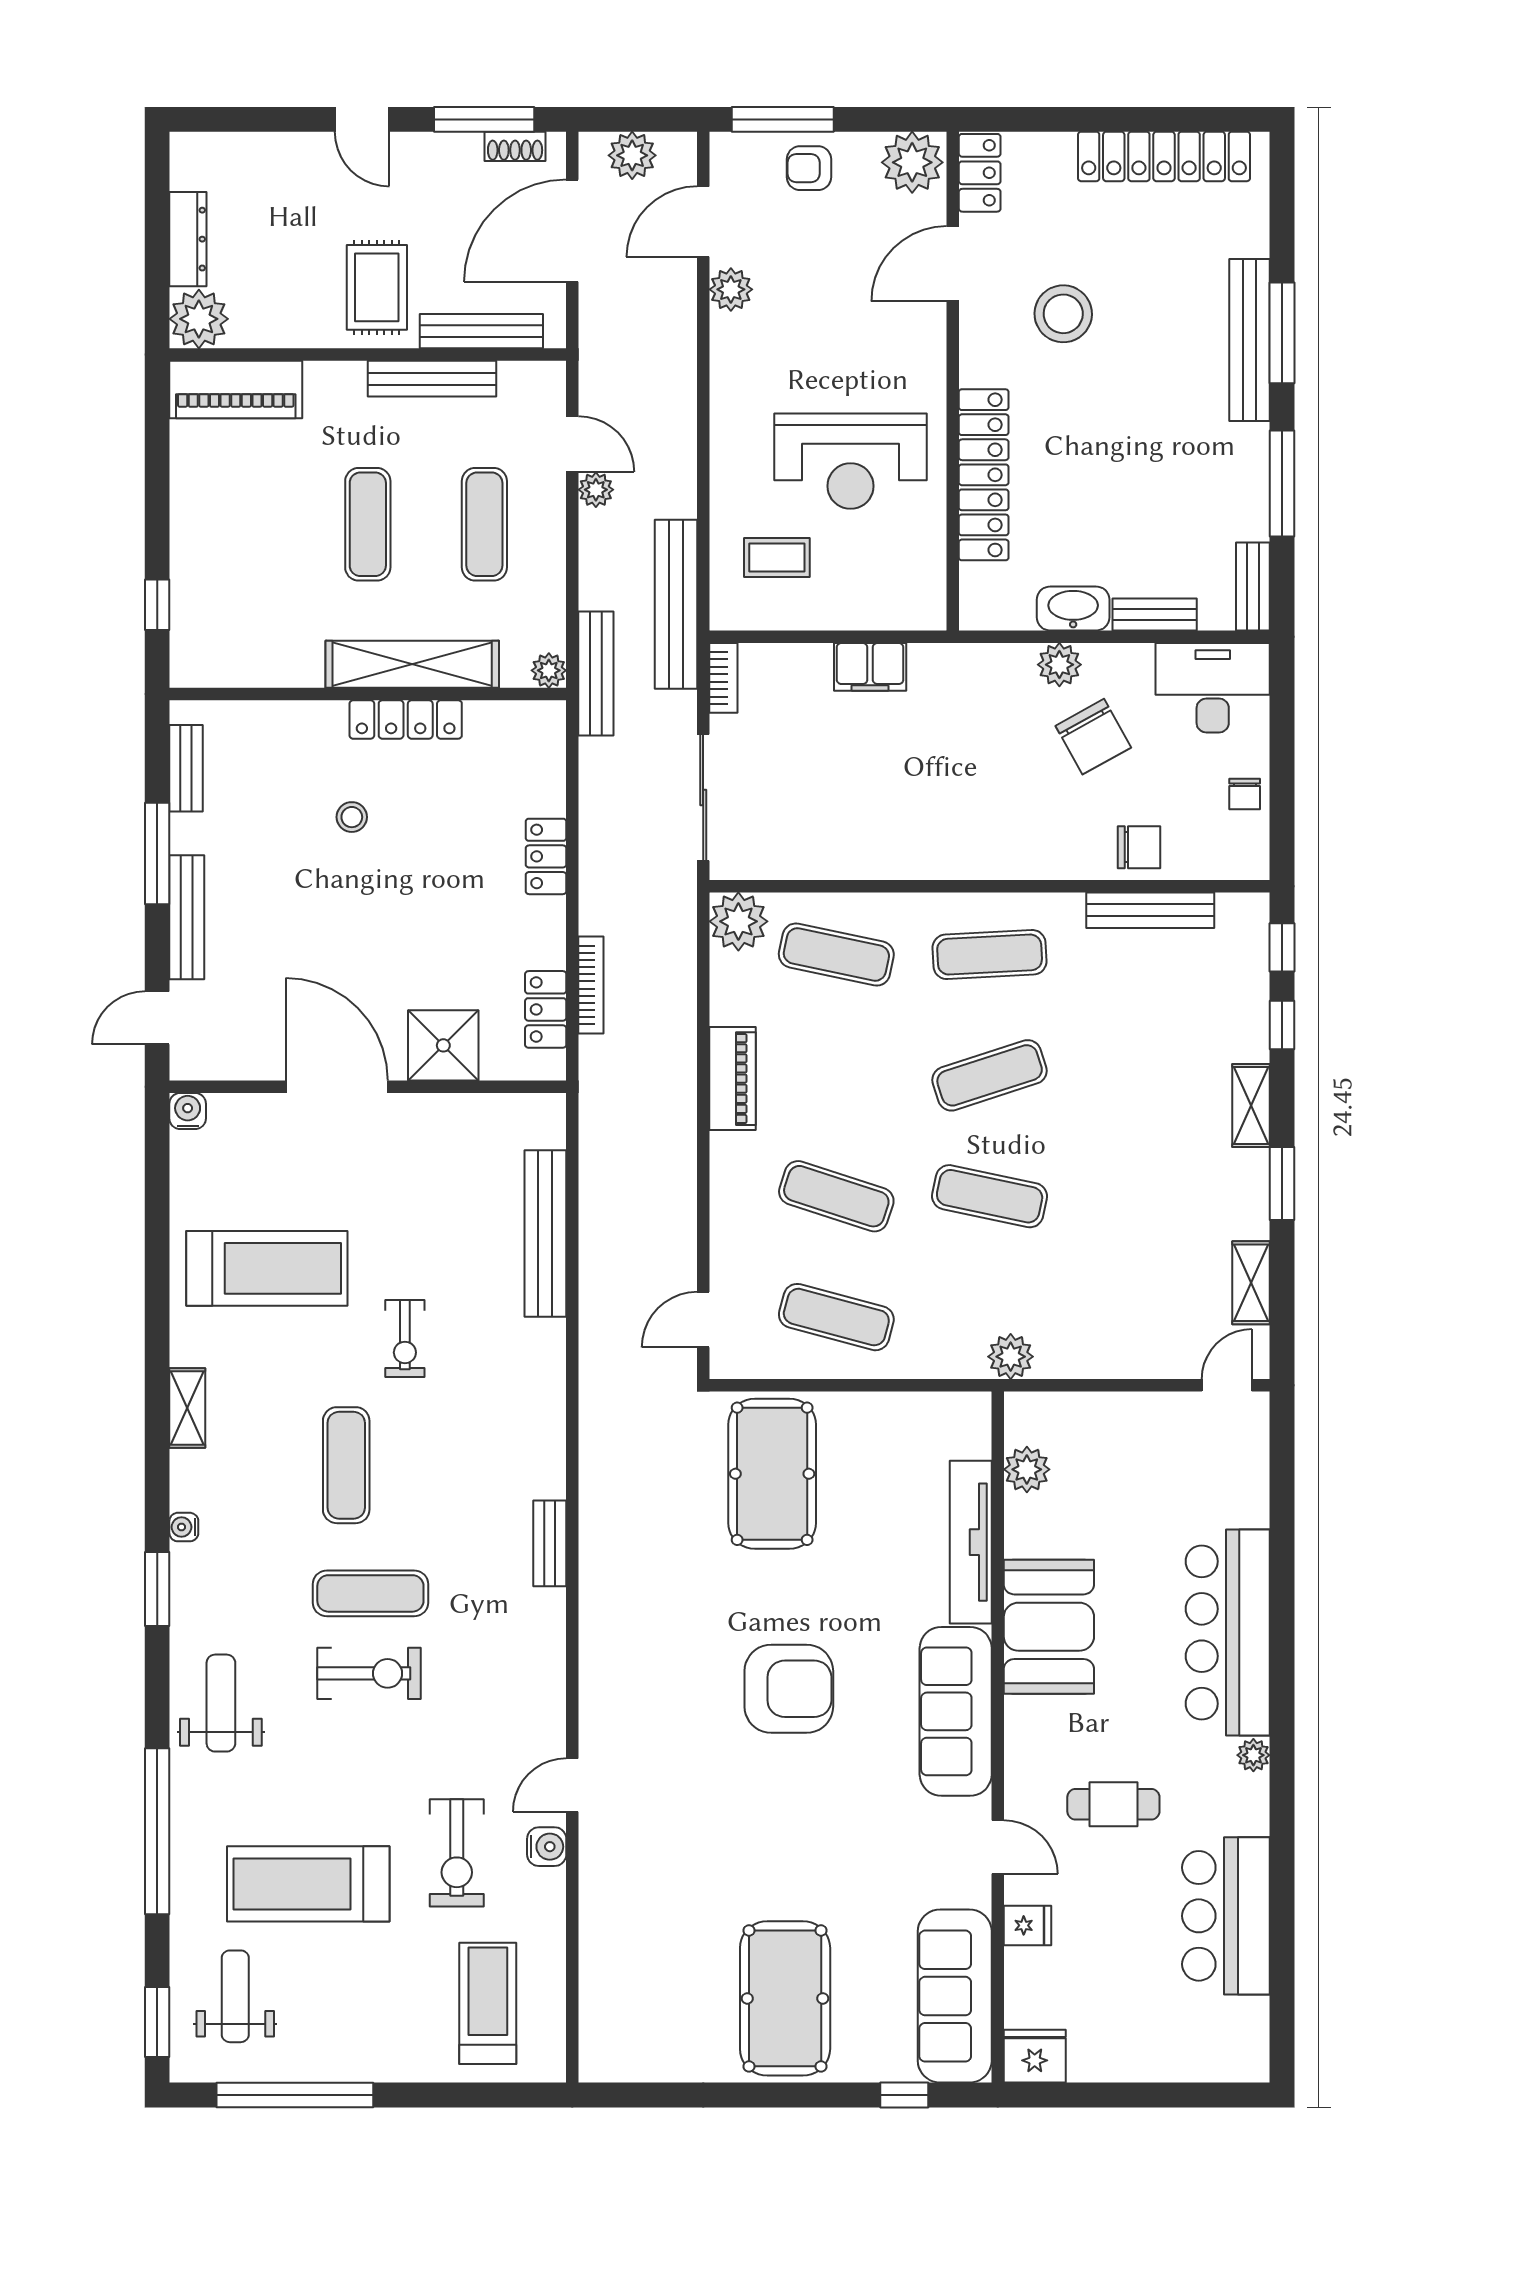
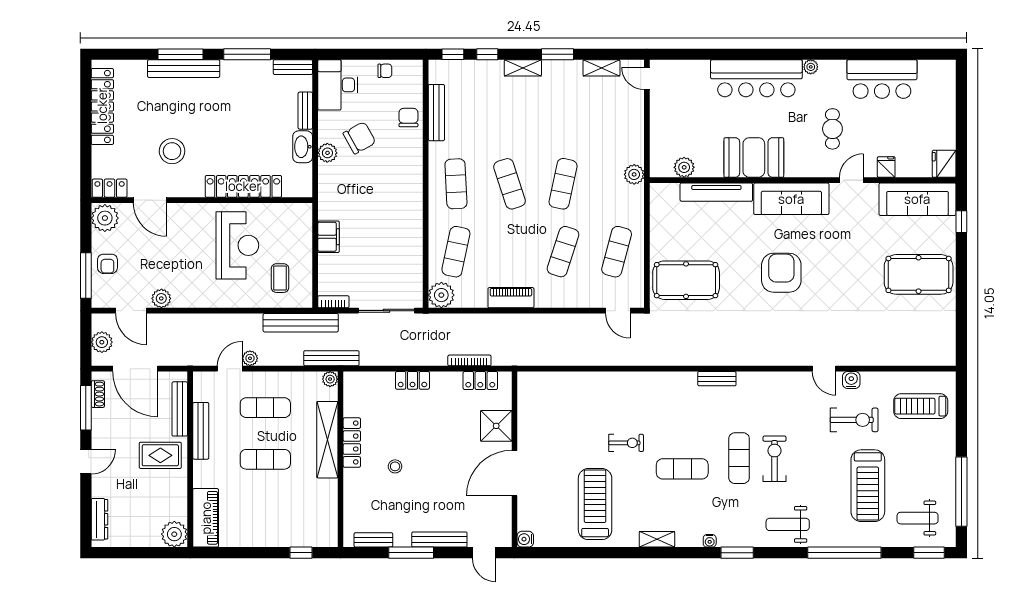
dresser: (188, 239) -> (99, 519), moved, turned 90
bench: (545, 1234) -> (580, 381), removed

